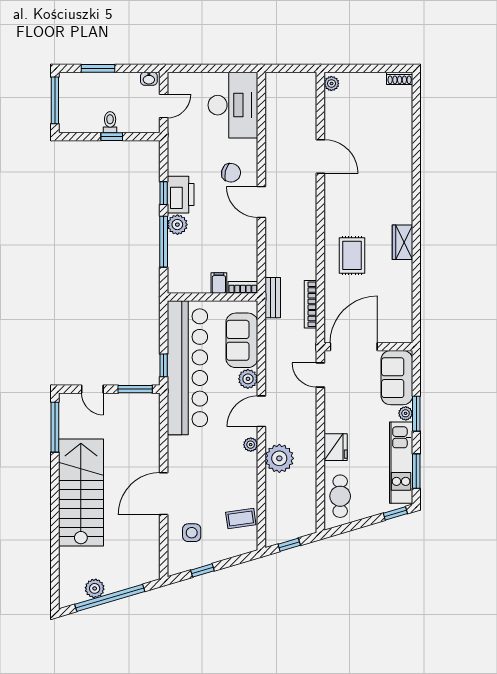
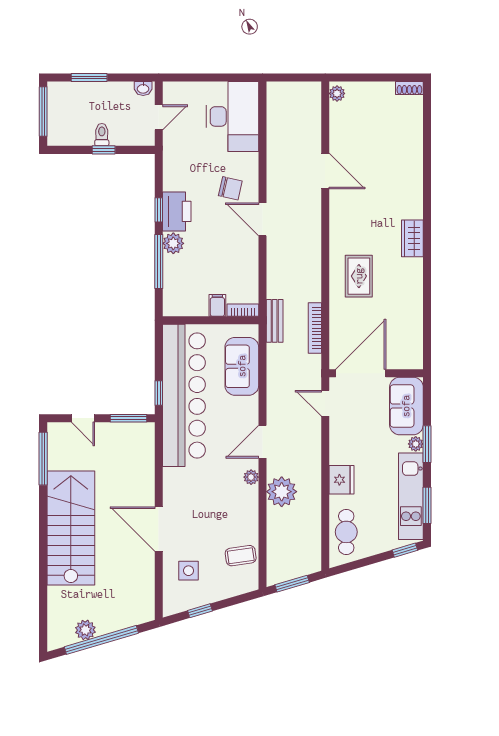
wardrobe: (402, 242) -> (412, 238), moved
plant: (248, 379) -> (248, 407), removed
door: (164, 494) -> (159, 529), hinge flipped
window: (289, 545) -> (292, 584), width x1.50

